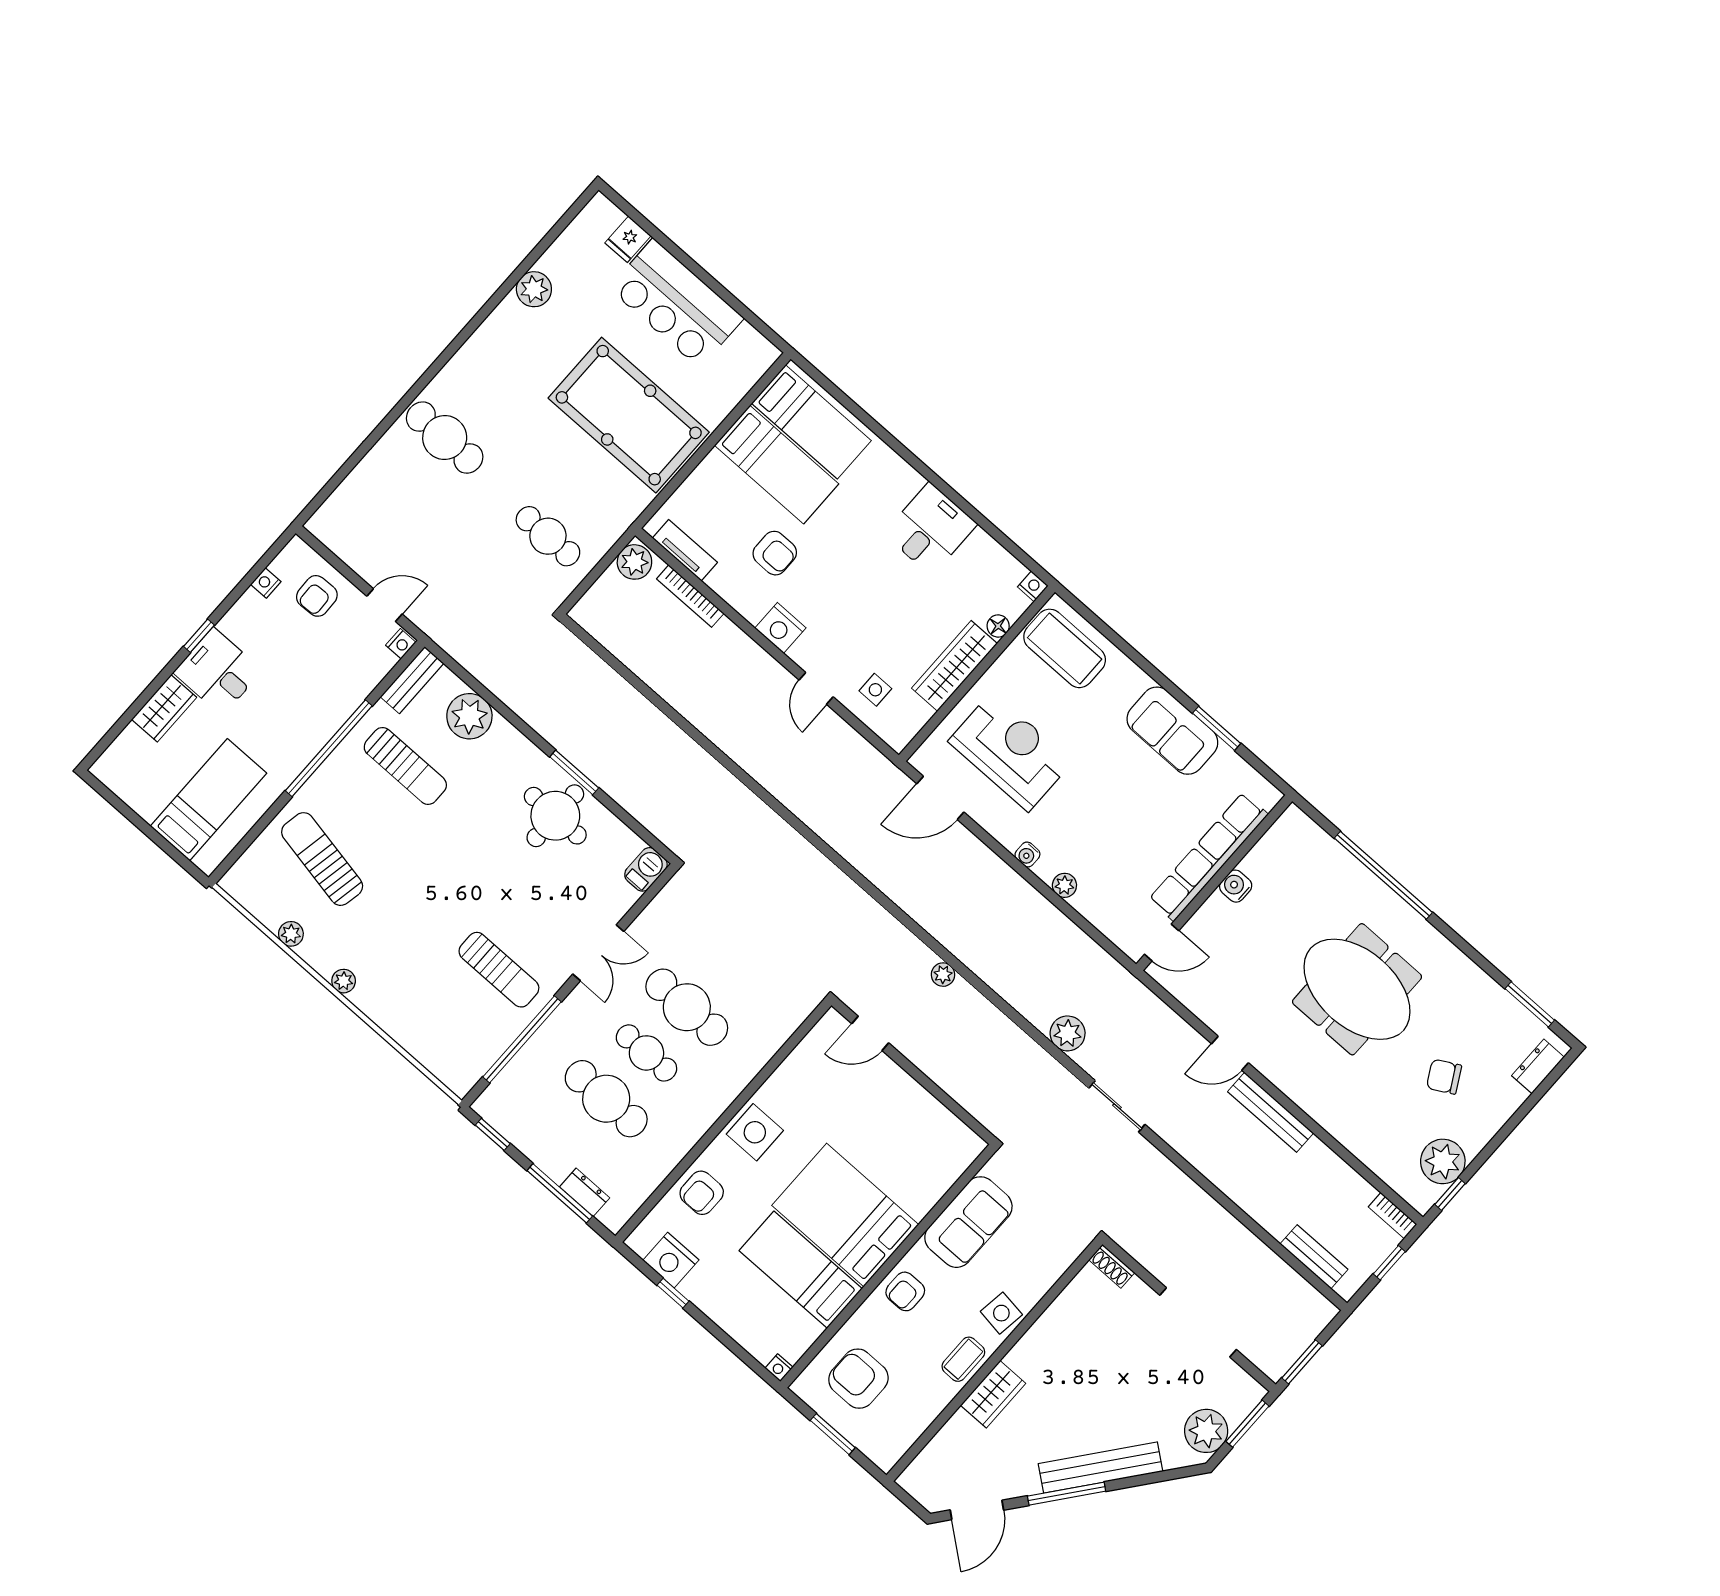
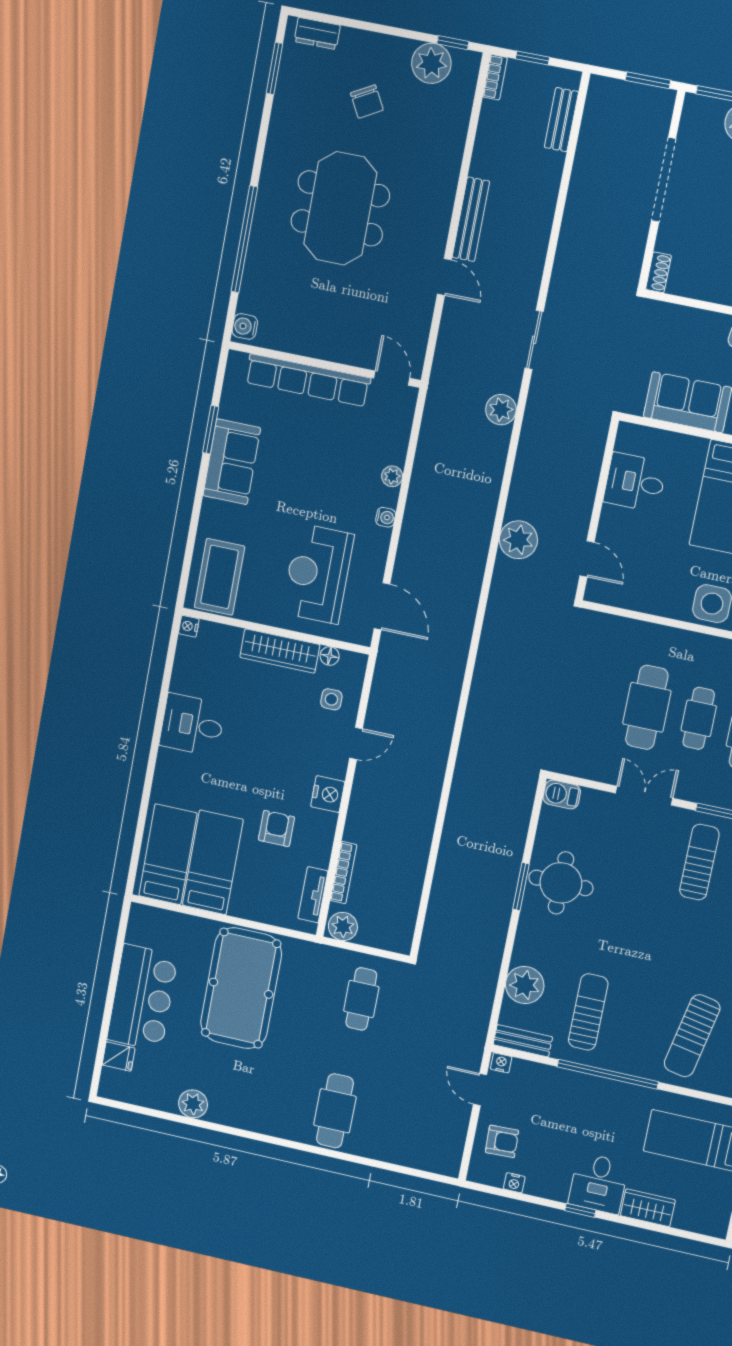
floor lamp: (998, 626) -> (330, 656), moved
water cooler: (1236, 886) -> (245, 326), moved, turned 90
plant: (943, 975) -> (518, 540), width x1.87, depth x1.87
desk: (919, 1125) -> (635, 482), added

